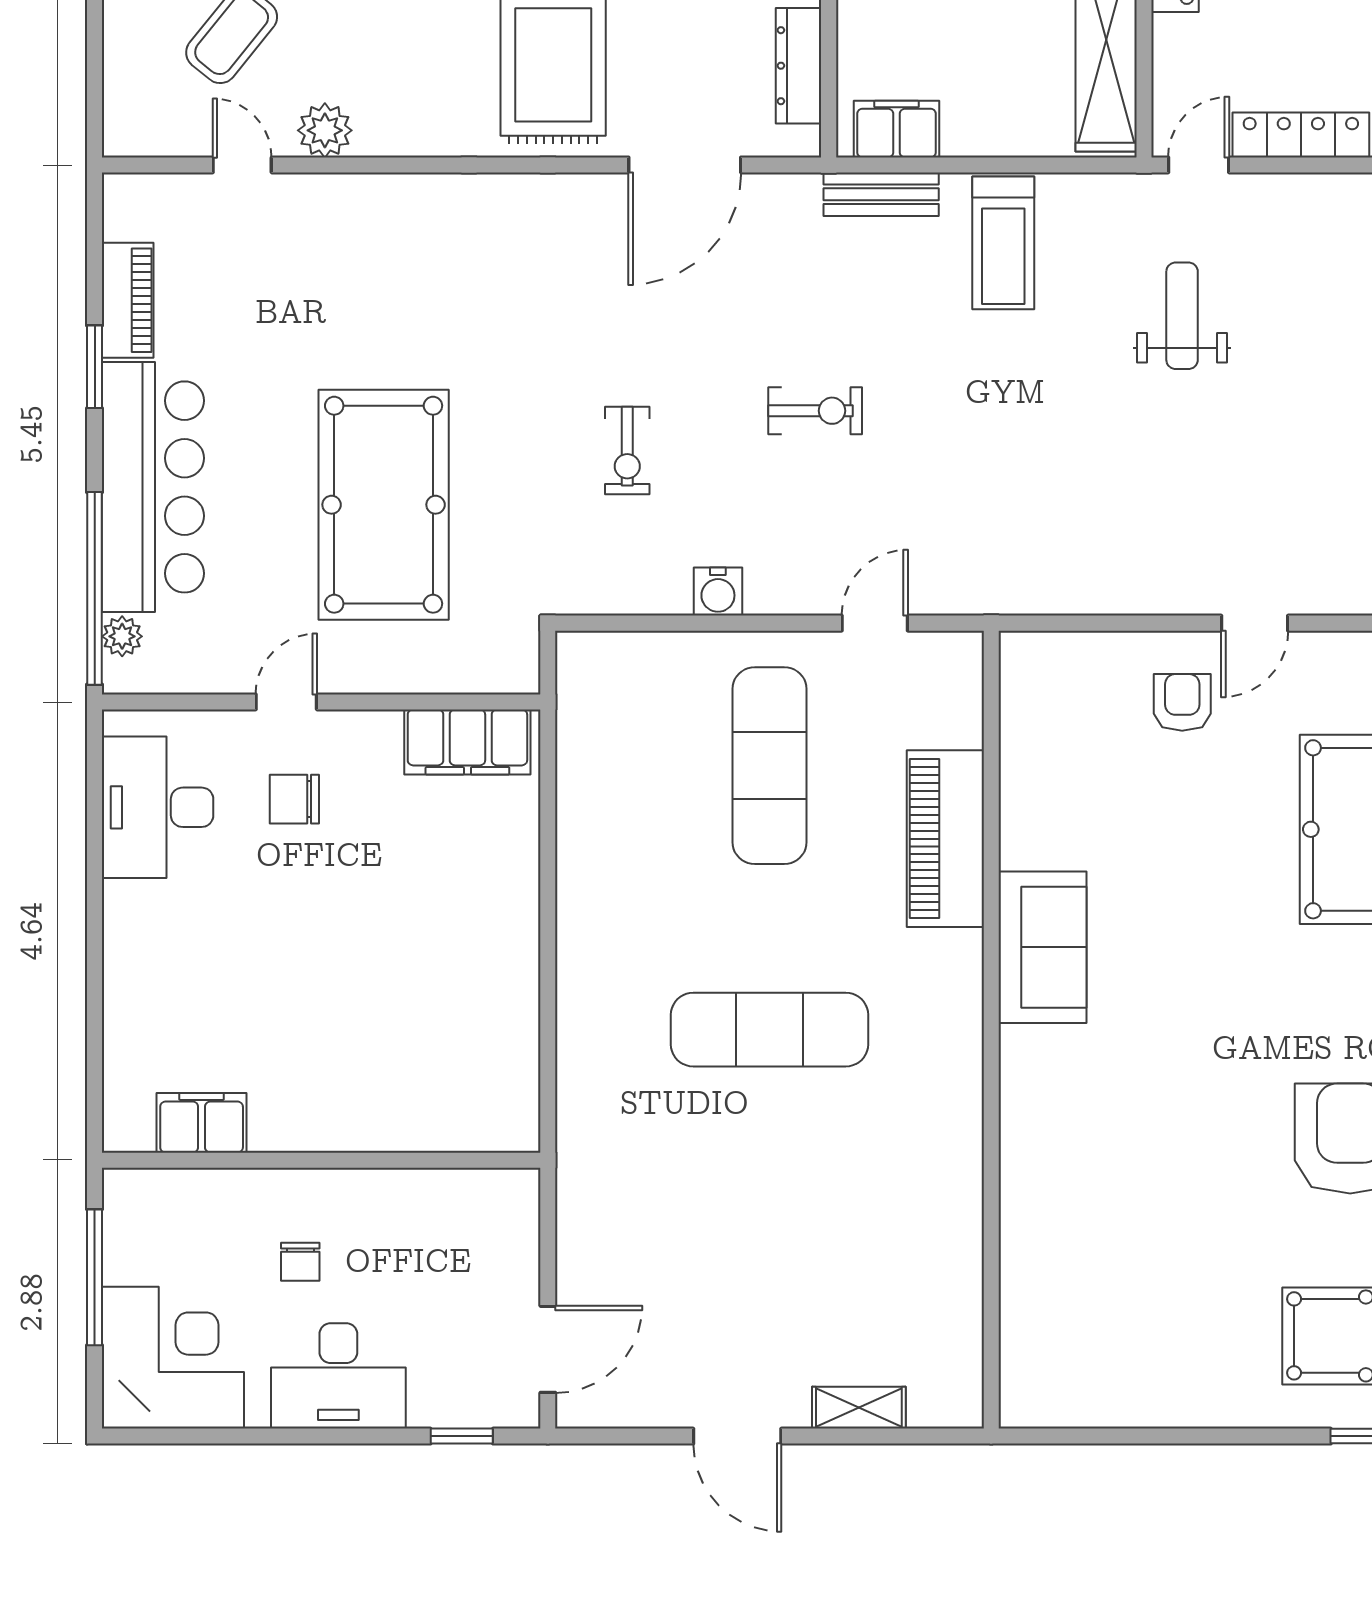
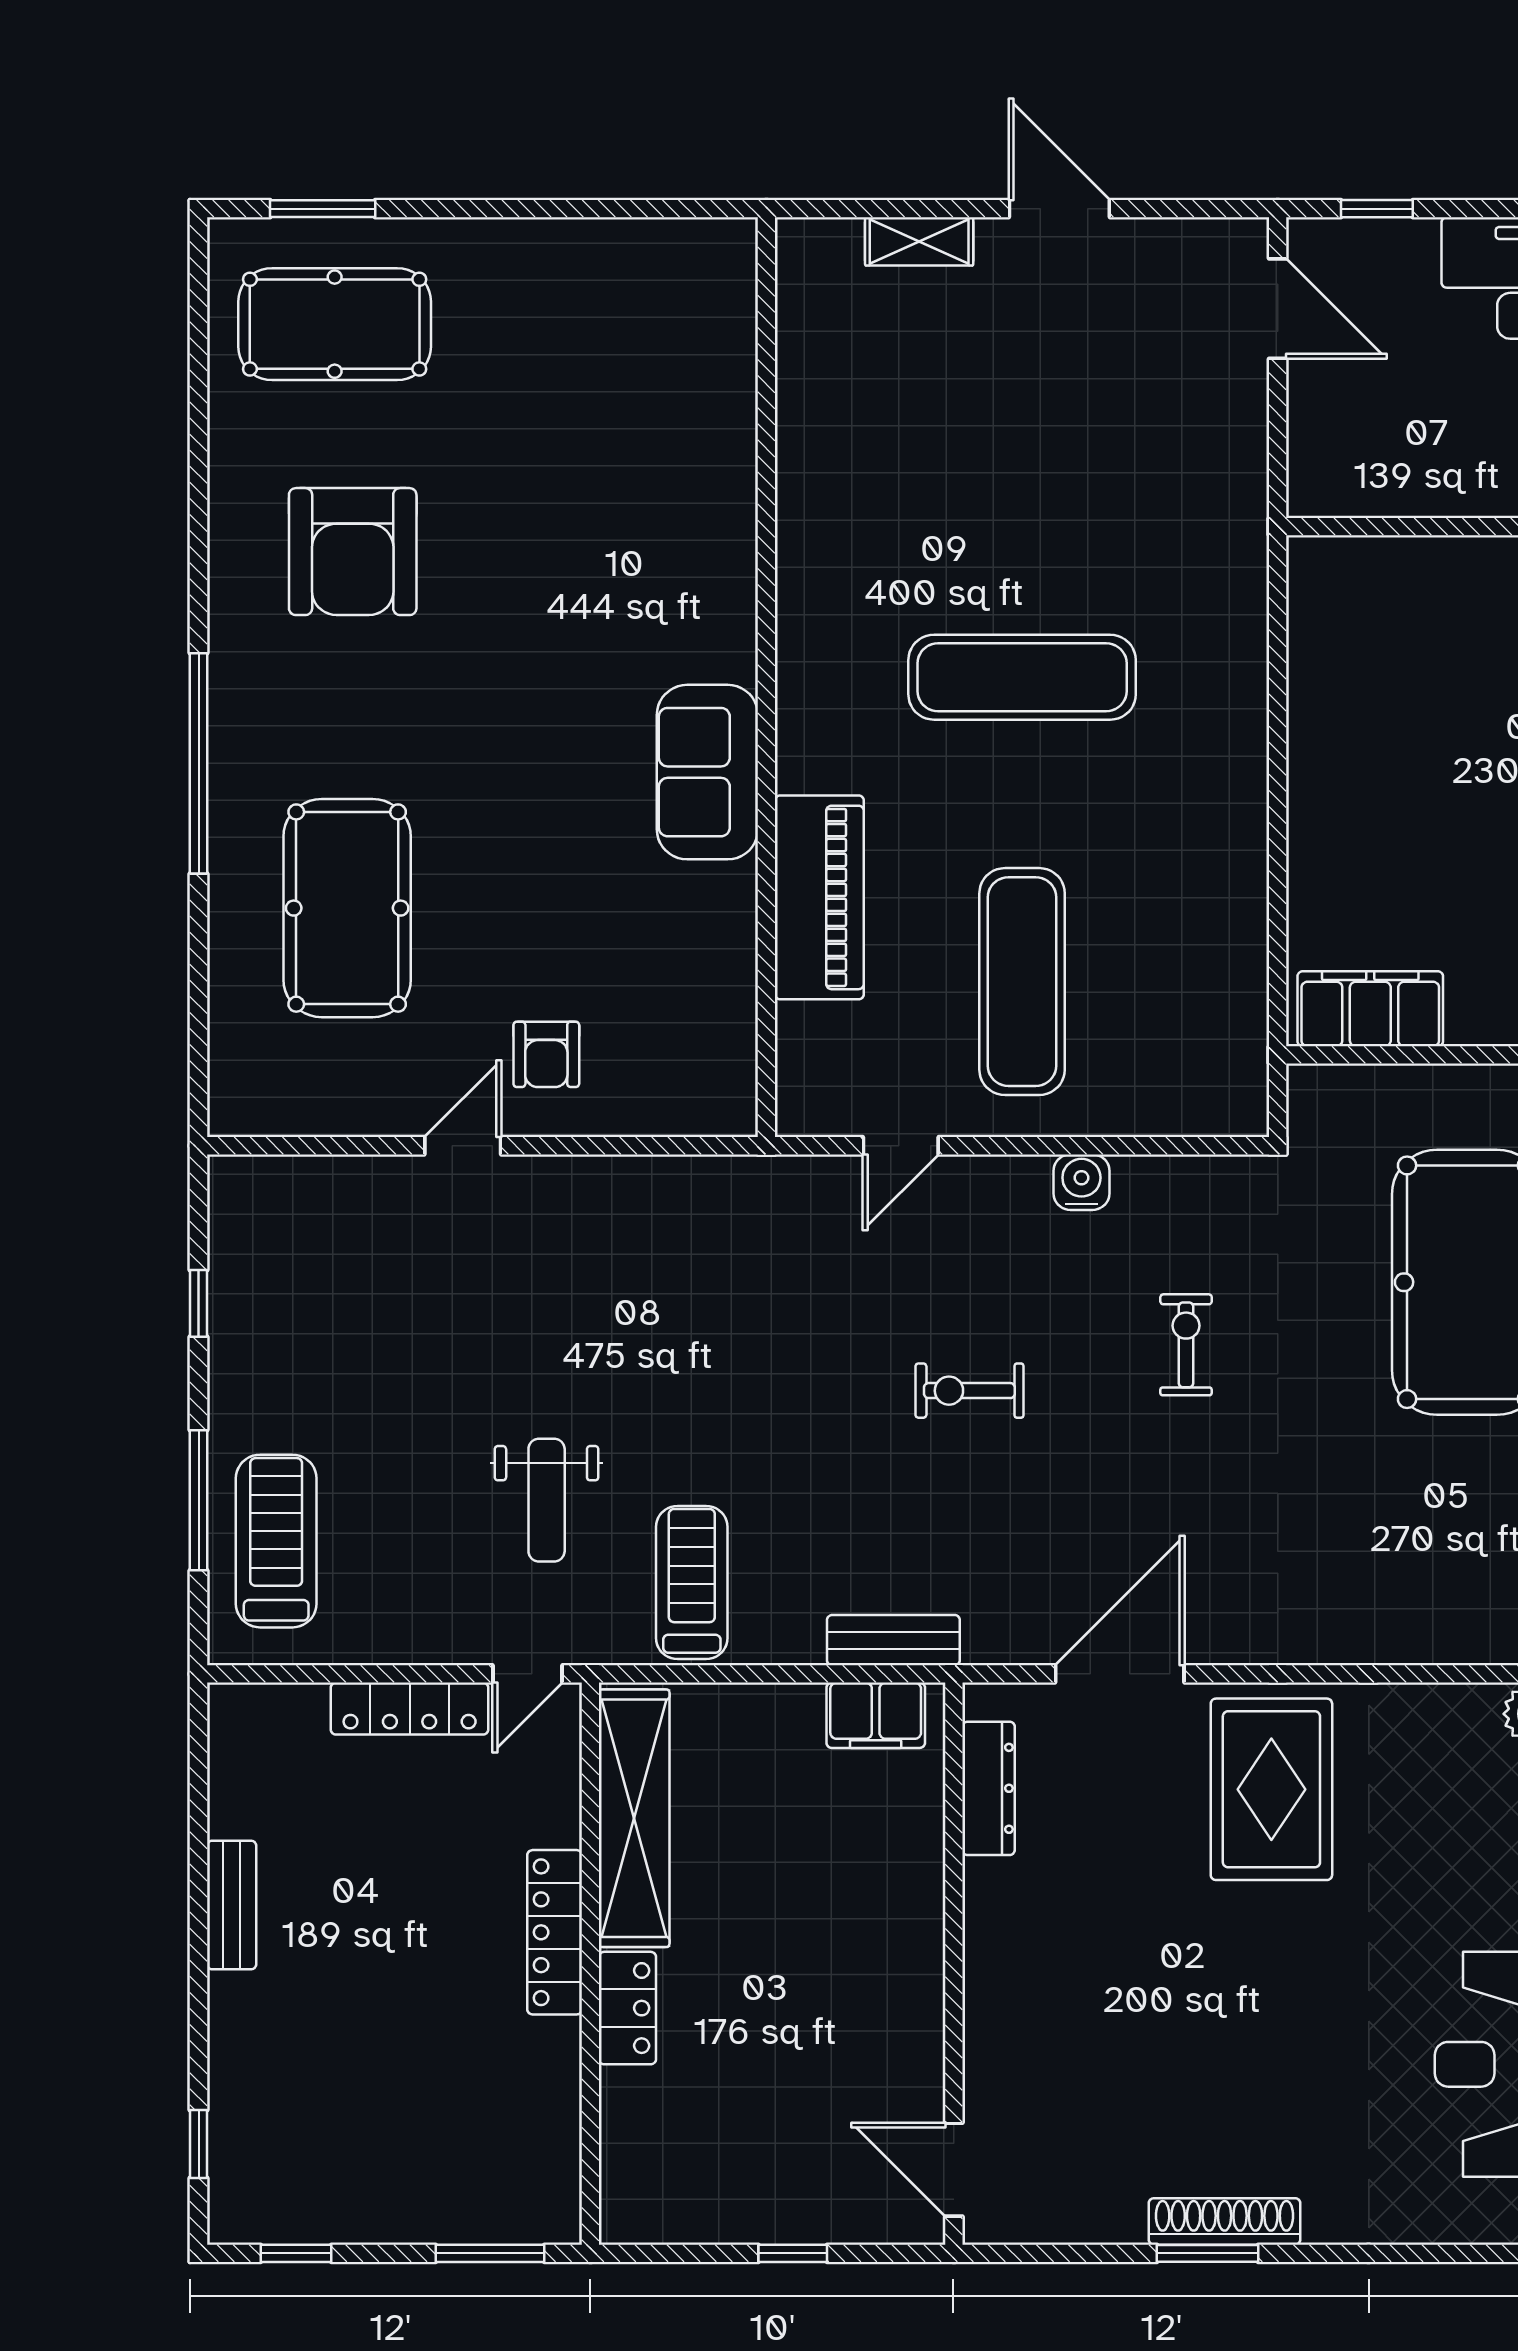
treadmill: (1003, 243) -> (692, 1582), moved
door: (548, 1349) -> (1278, 309), swing flipped

